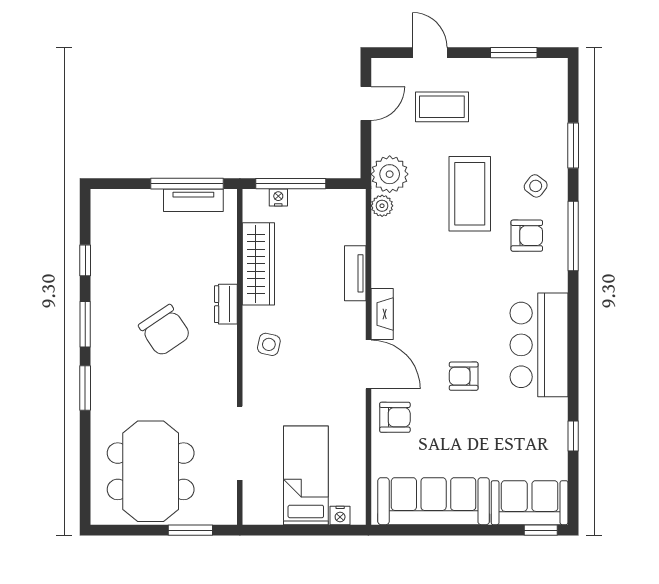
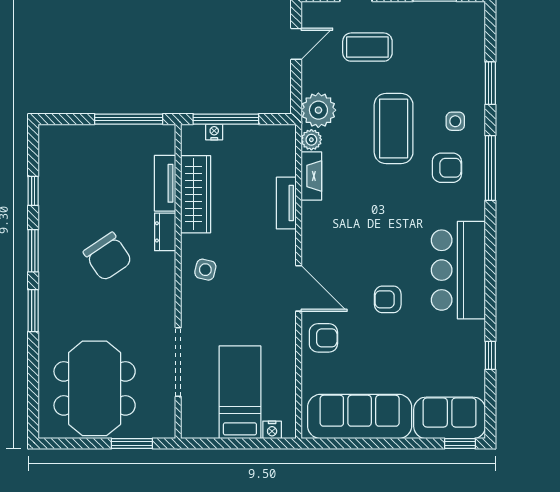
side table: (536, 186) -> (455, 121), turned -37
tv unit: (193, 200) -> (165, 183), moved, turned 90
fireplace: (382, 314) -> (311, 176), moved

